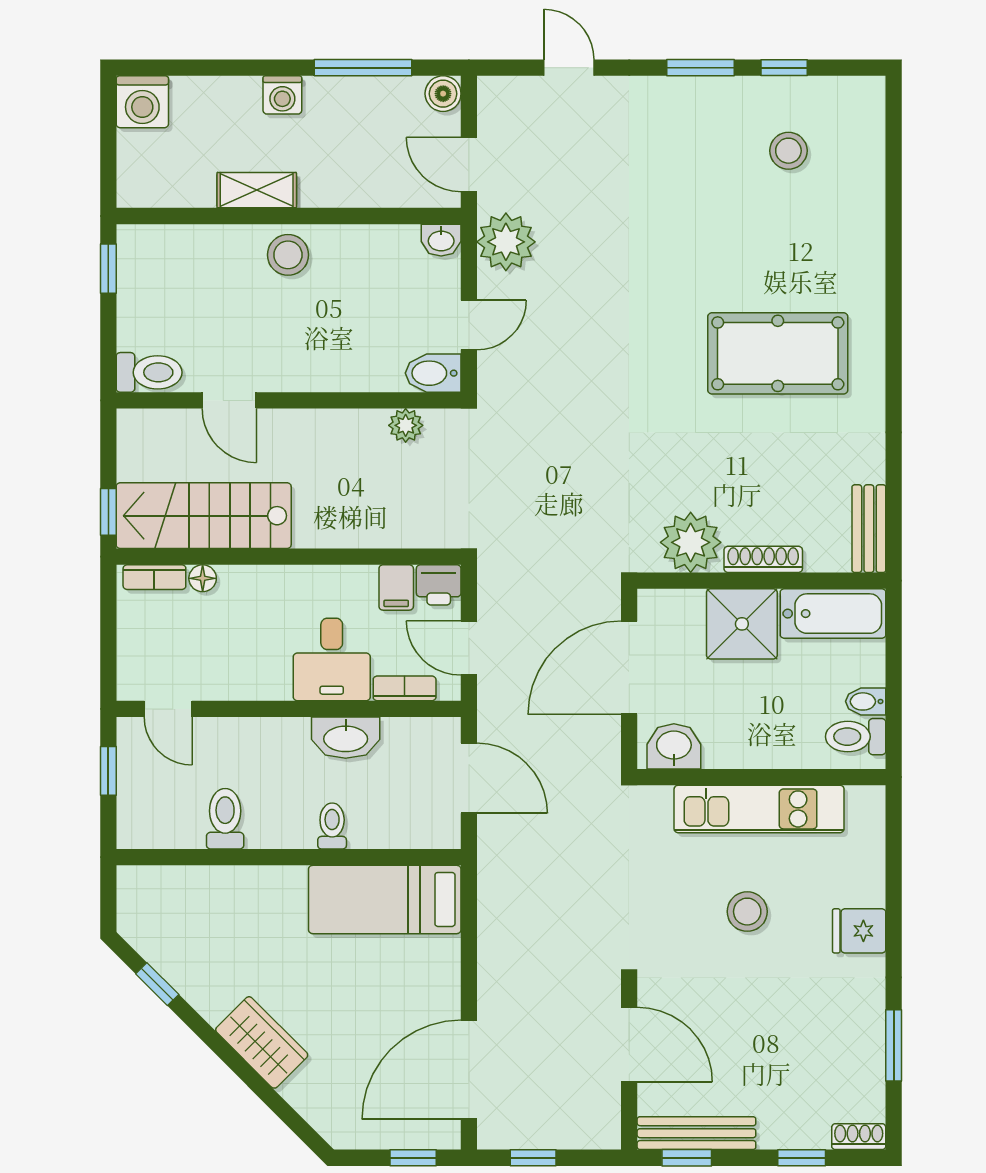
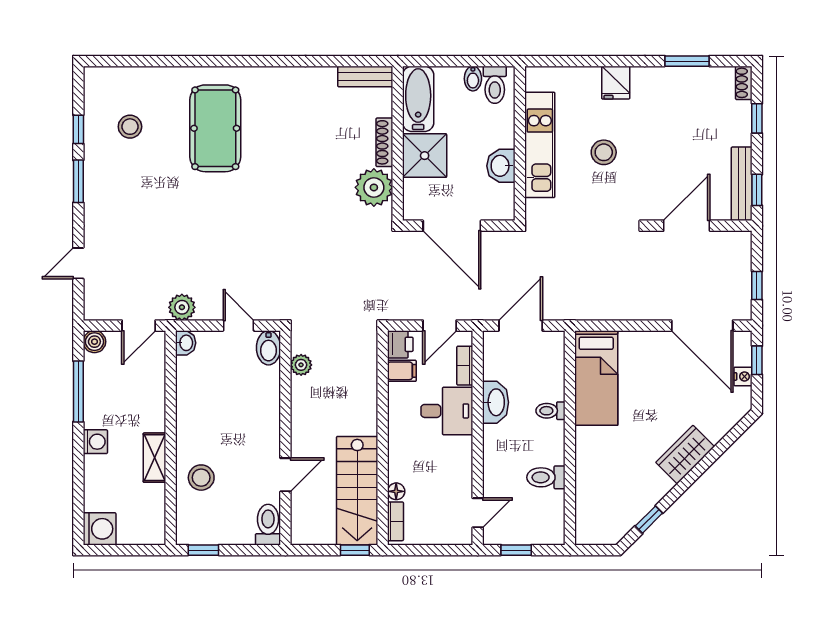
plant: (506, 242) -> (182, 307), width x0.73, depth x0.73
stool: (288, 255) -> (201, 478), moved
pool table: (778, 353) -> (215, 128), moved
washbasin: (674, 746) -> (501, 166), moved
nightstand: (387, 1135) -> (743, 376), added

